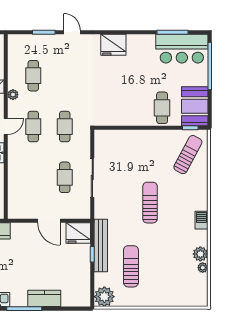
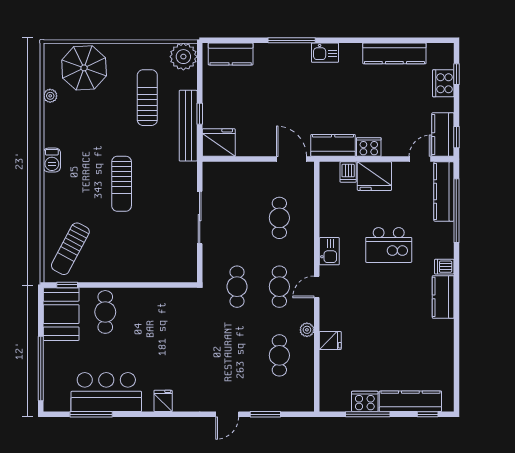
door: (72, 32) -> (227, 414), hinge flipped
fridge: (113, 45) -> (163, 401), width x0.53, depth x0.75
bar counter: (182, 49) -> (106, 392), moved
cafe table: (65, 177) -> (279, 218), moved
door: (49, 221) -> (292, 159), moved
plant: (200, 254) -> (53, 114), removed
sun lounger: (131, 266) -> (147, 98), turned 180
parasol: (178, 288) -> (84, 68), added
kitchen counter: (44, 298) -> (231, 54), moved

